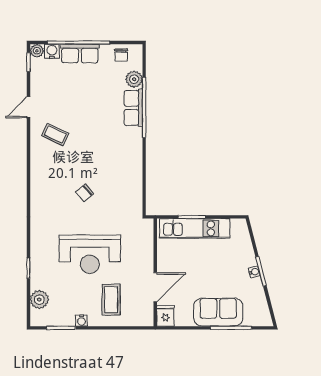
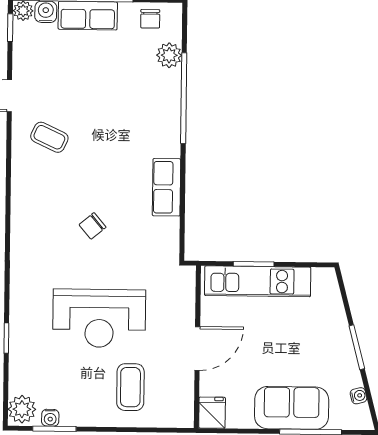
row of seats: (133, 108) -> (166, 187), moved
water cooler: (254, 272) -> (358, 396), moved
door: (155, 287) -> (197, 348), moved
plant: (39, 300) -> (22, 409), moved
water cooler: (82, 321) -> (50, 418), moved

